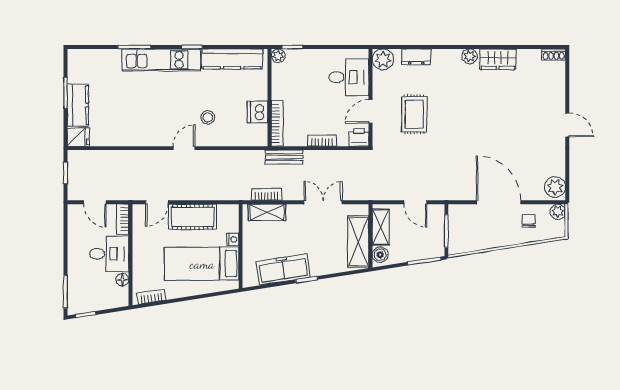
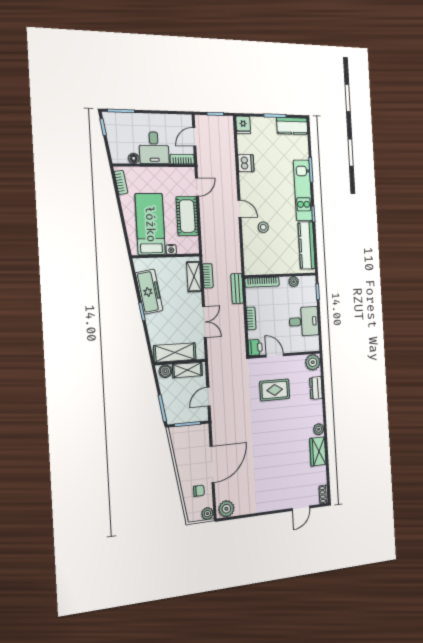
plant: (278, 56) -> (294, 282), moved
desk: (349, 77) -> (304, 321), moved, turned -90
kitchen counter: (78, 105) -> (292, 126), moved
dishwasher: (257, 112) -> (246, 163), moved, turned 90
door: (567, 125) -> (301, 508), moved
door: (157, 202) -> (197, 187), swing flipped

